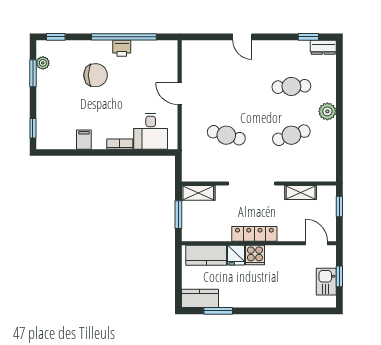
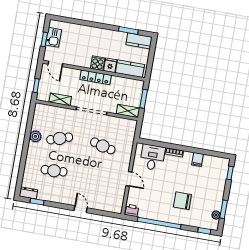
printer: (122, 48) -> (132, 210), moved
plant: (327, 111) -> (35, 136), moved

